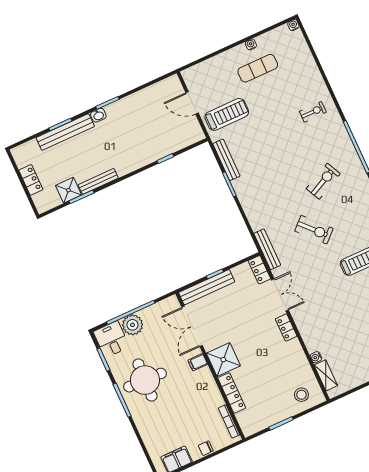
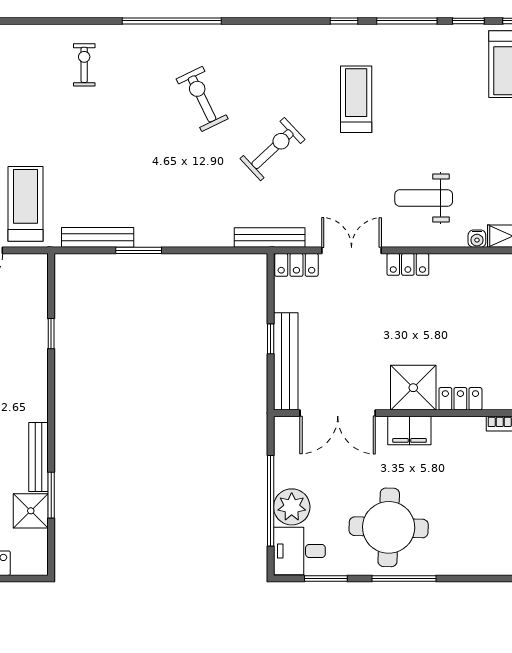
weight bench: (324, 320) -> (424, 198), added
filing cabinet: (198, 362) -> (409, 430), width x2.00
locker: (232, 393) -> (460, 399), width x0.66

